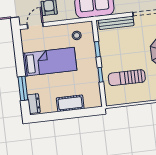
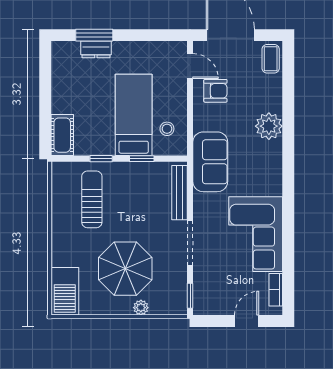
bed: (50, 62) -> (134, 115), moved, turned 180
cot: (70, 103) -> (62, 135), moved
dresser: (34, 104) -> (96, 49), moved

